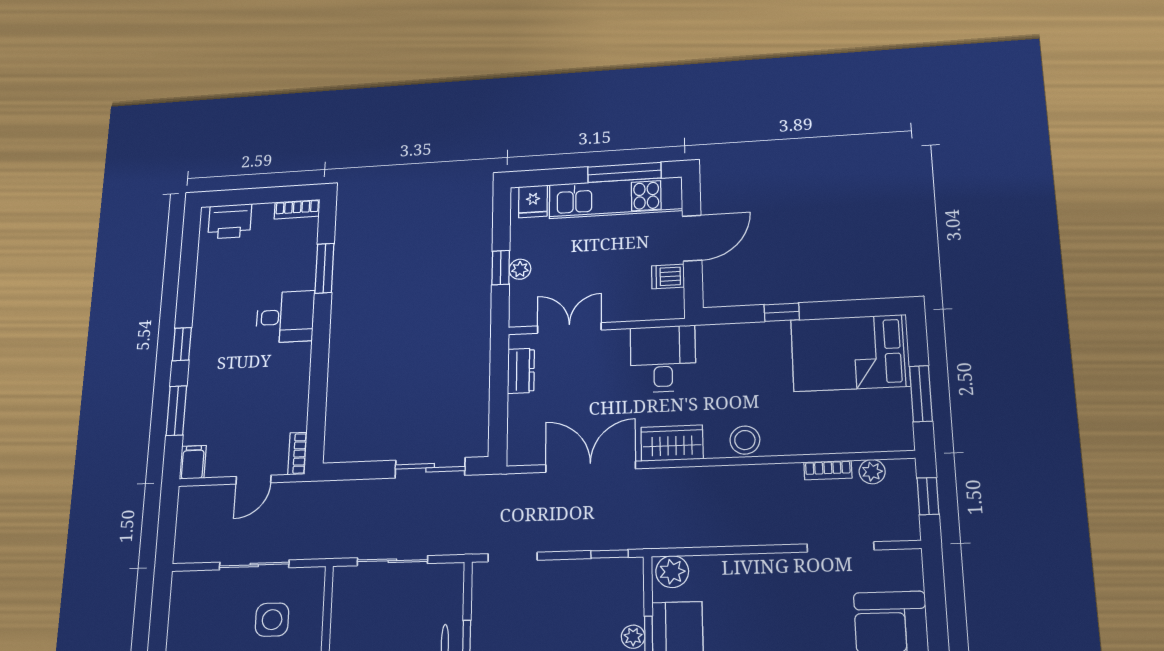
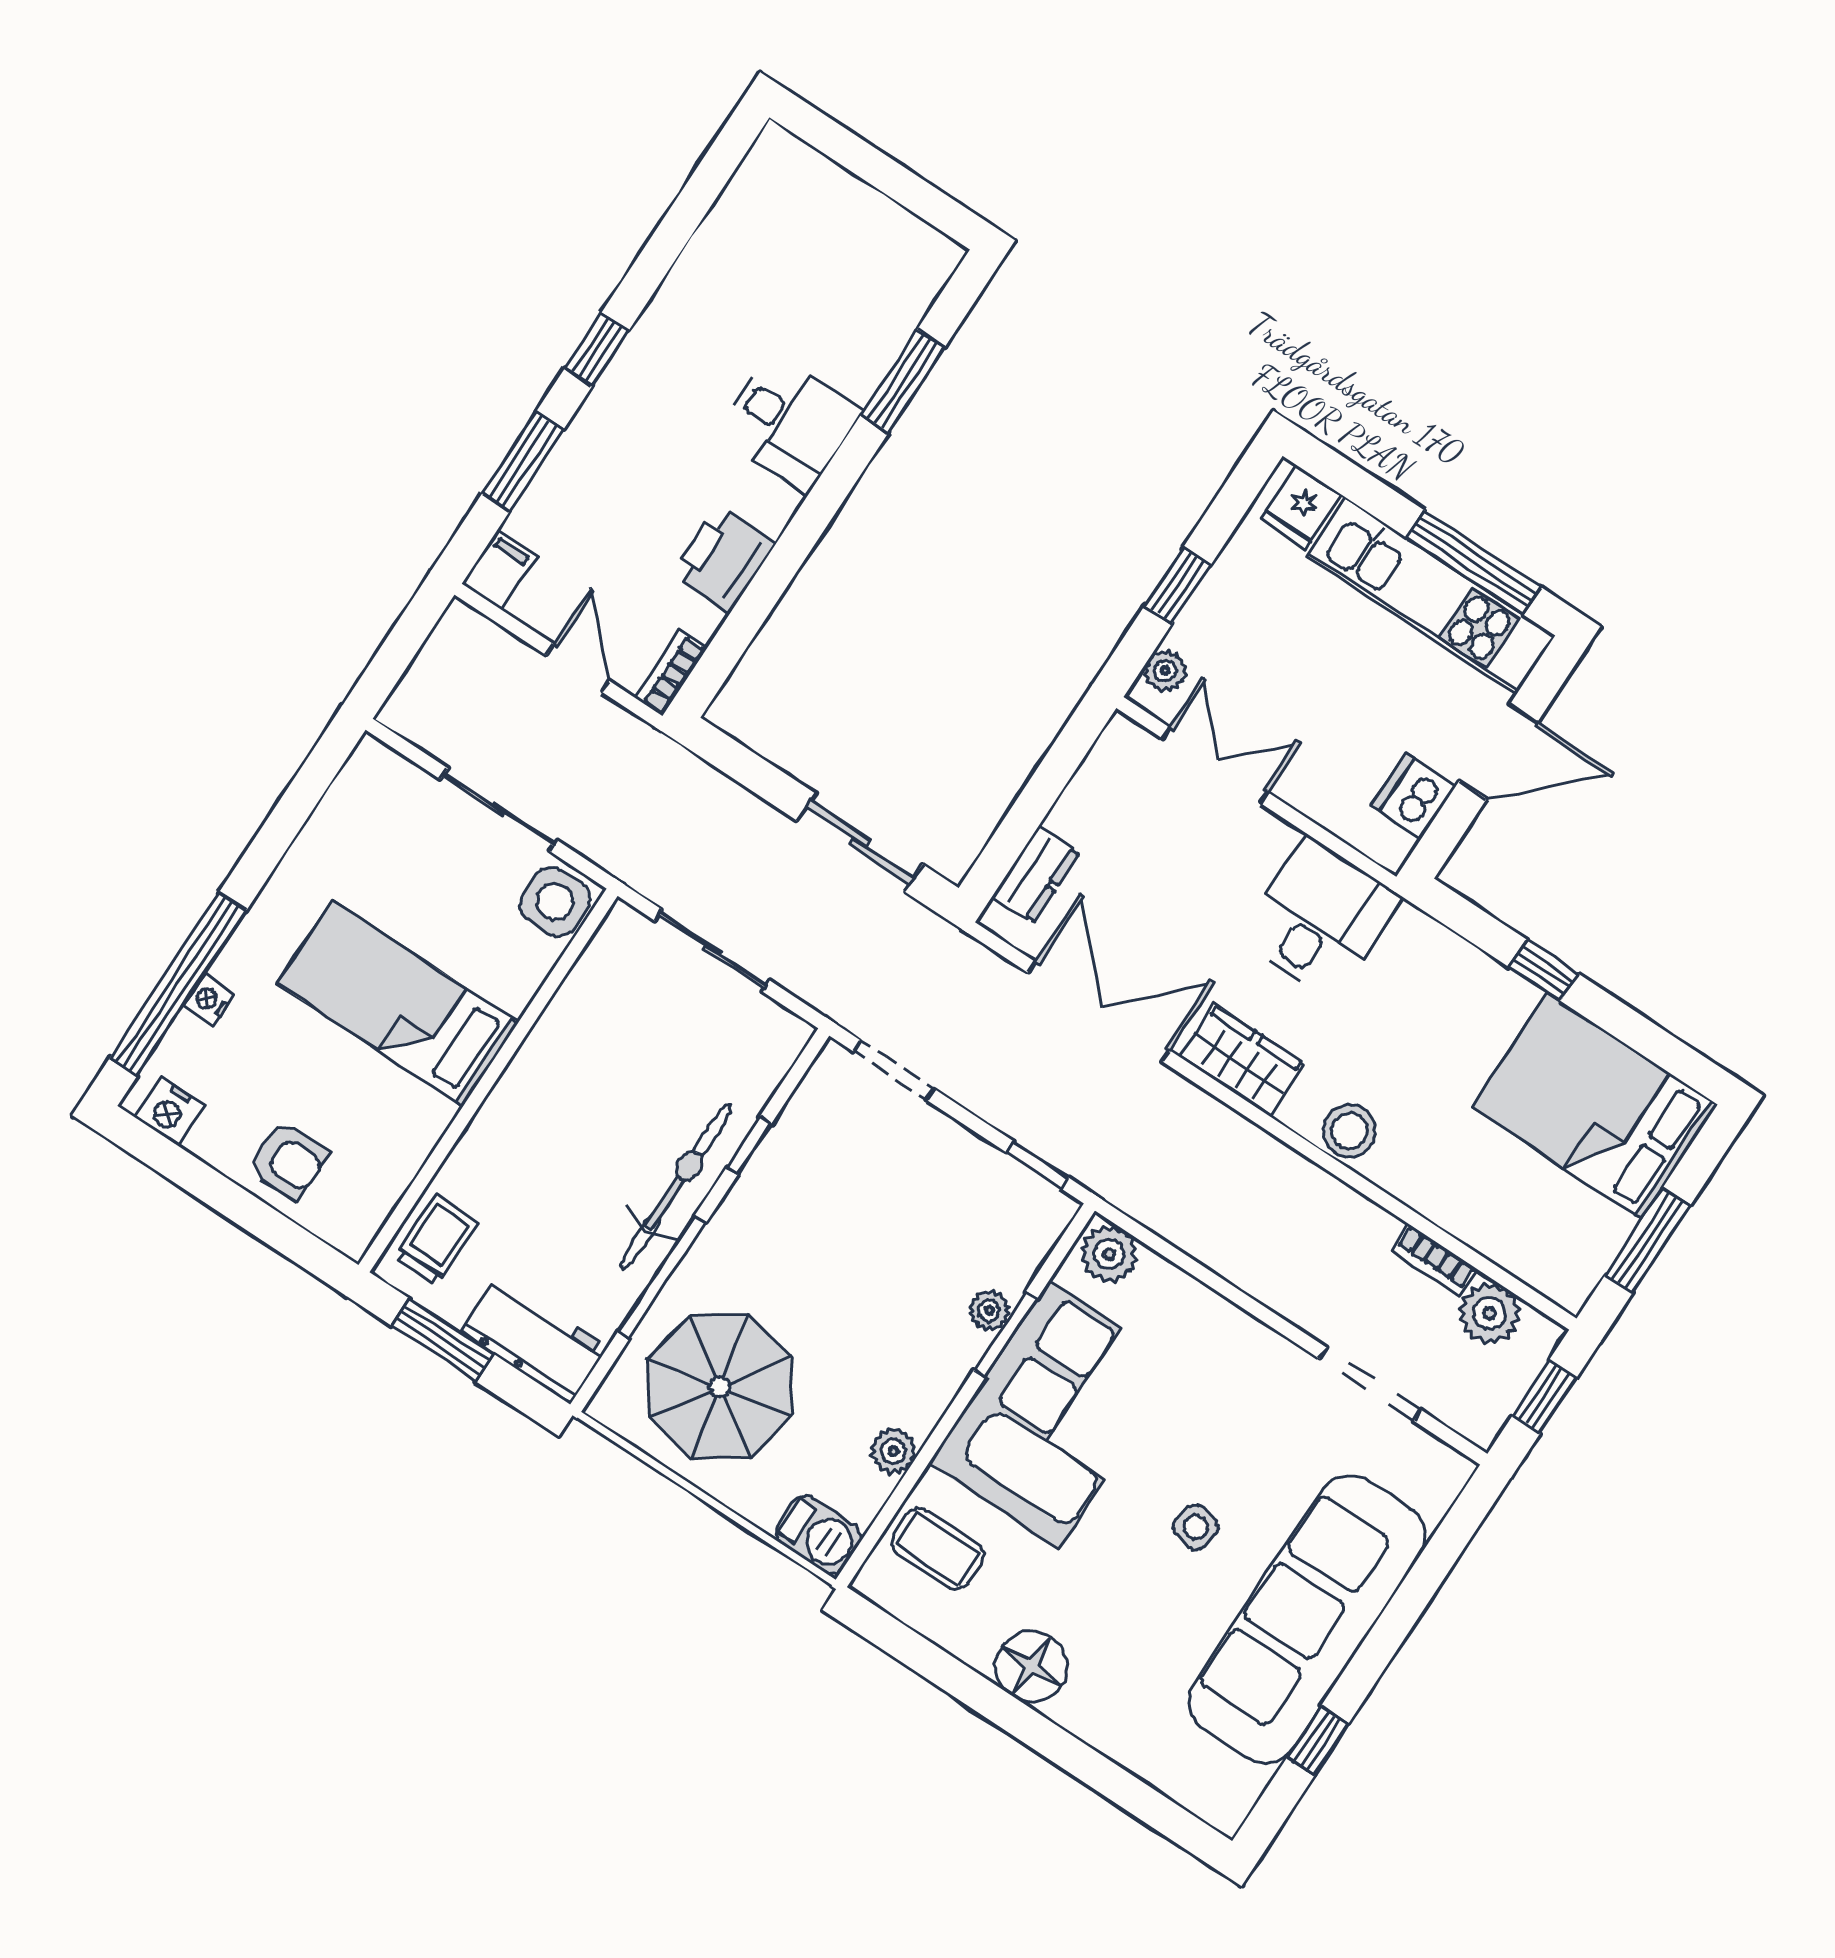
bookcase: (297, 209) -> (923, 240), removed
printer: (230, 221) -> (724, 559), moved, turned 90
plant: (520, 269) -> (1165, 671), moved
dishwasher: (668, 276) -> (1414, 796), width x1.38
dresser: (521, 371) -> (1036, 875), moved
plant: (872, 472) -> (1490, 1313), width x1.38, depth x1.38
door: (254, 480) -> (578, 668), swing flipped
side table: (272, 620) -> (555, 902), moved

